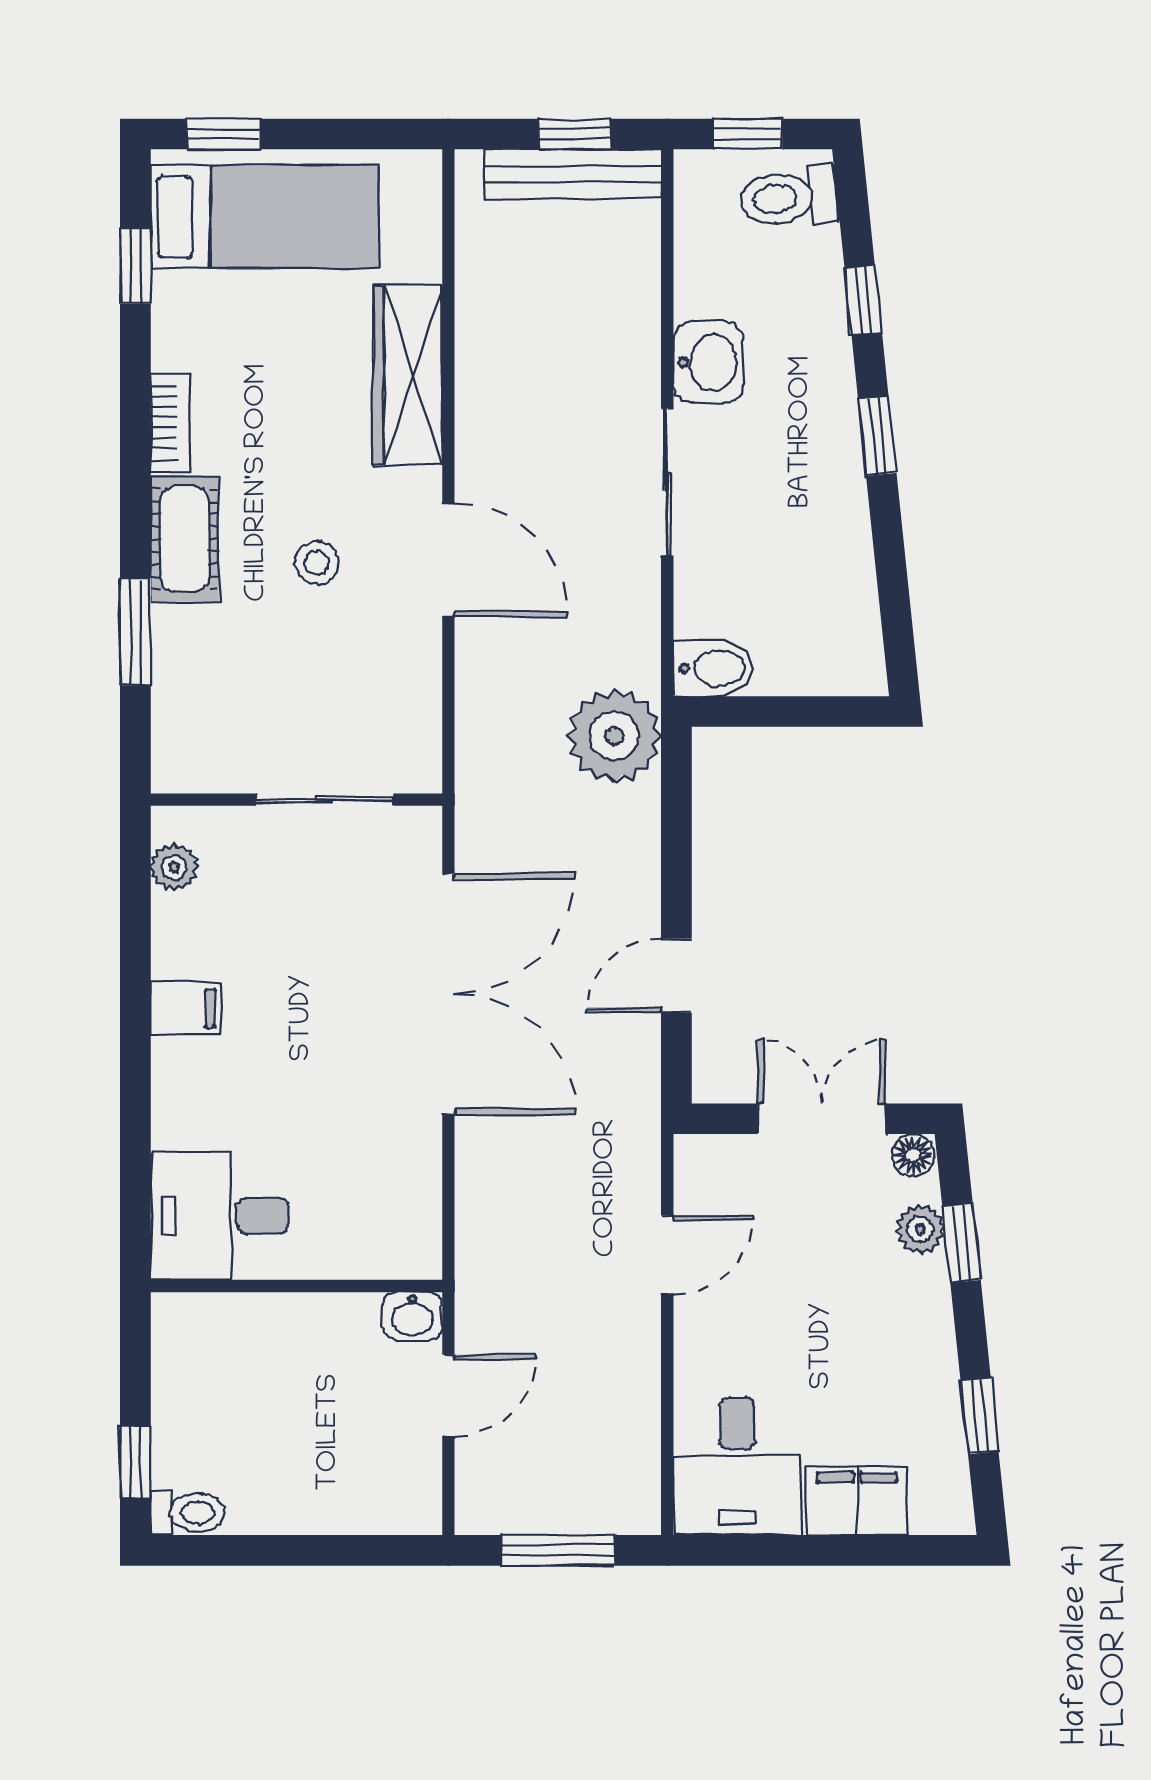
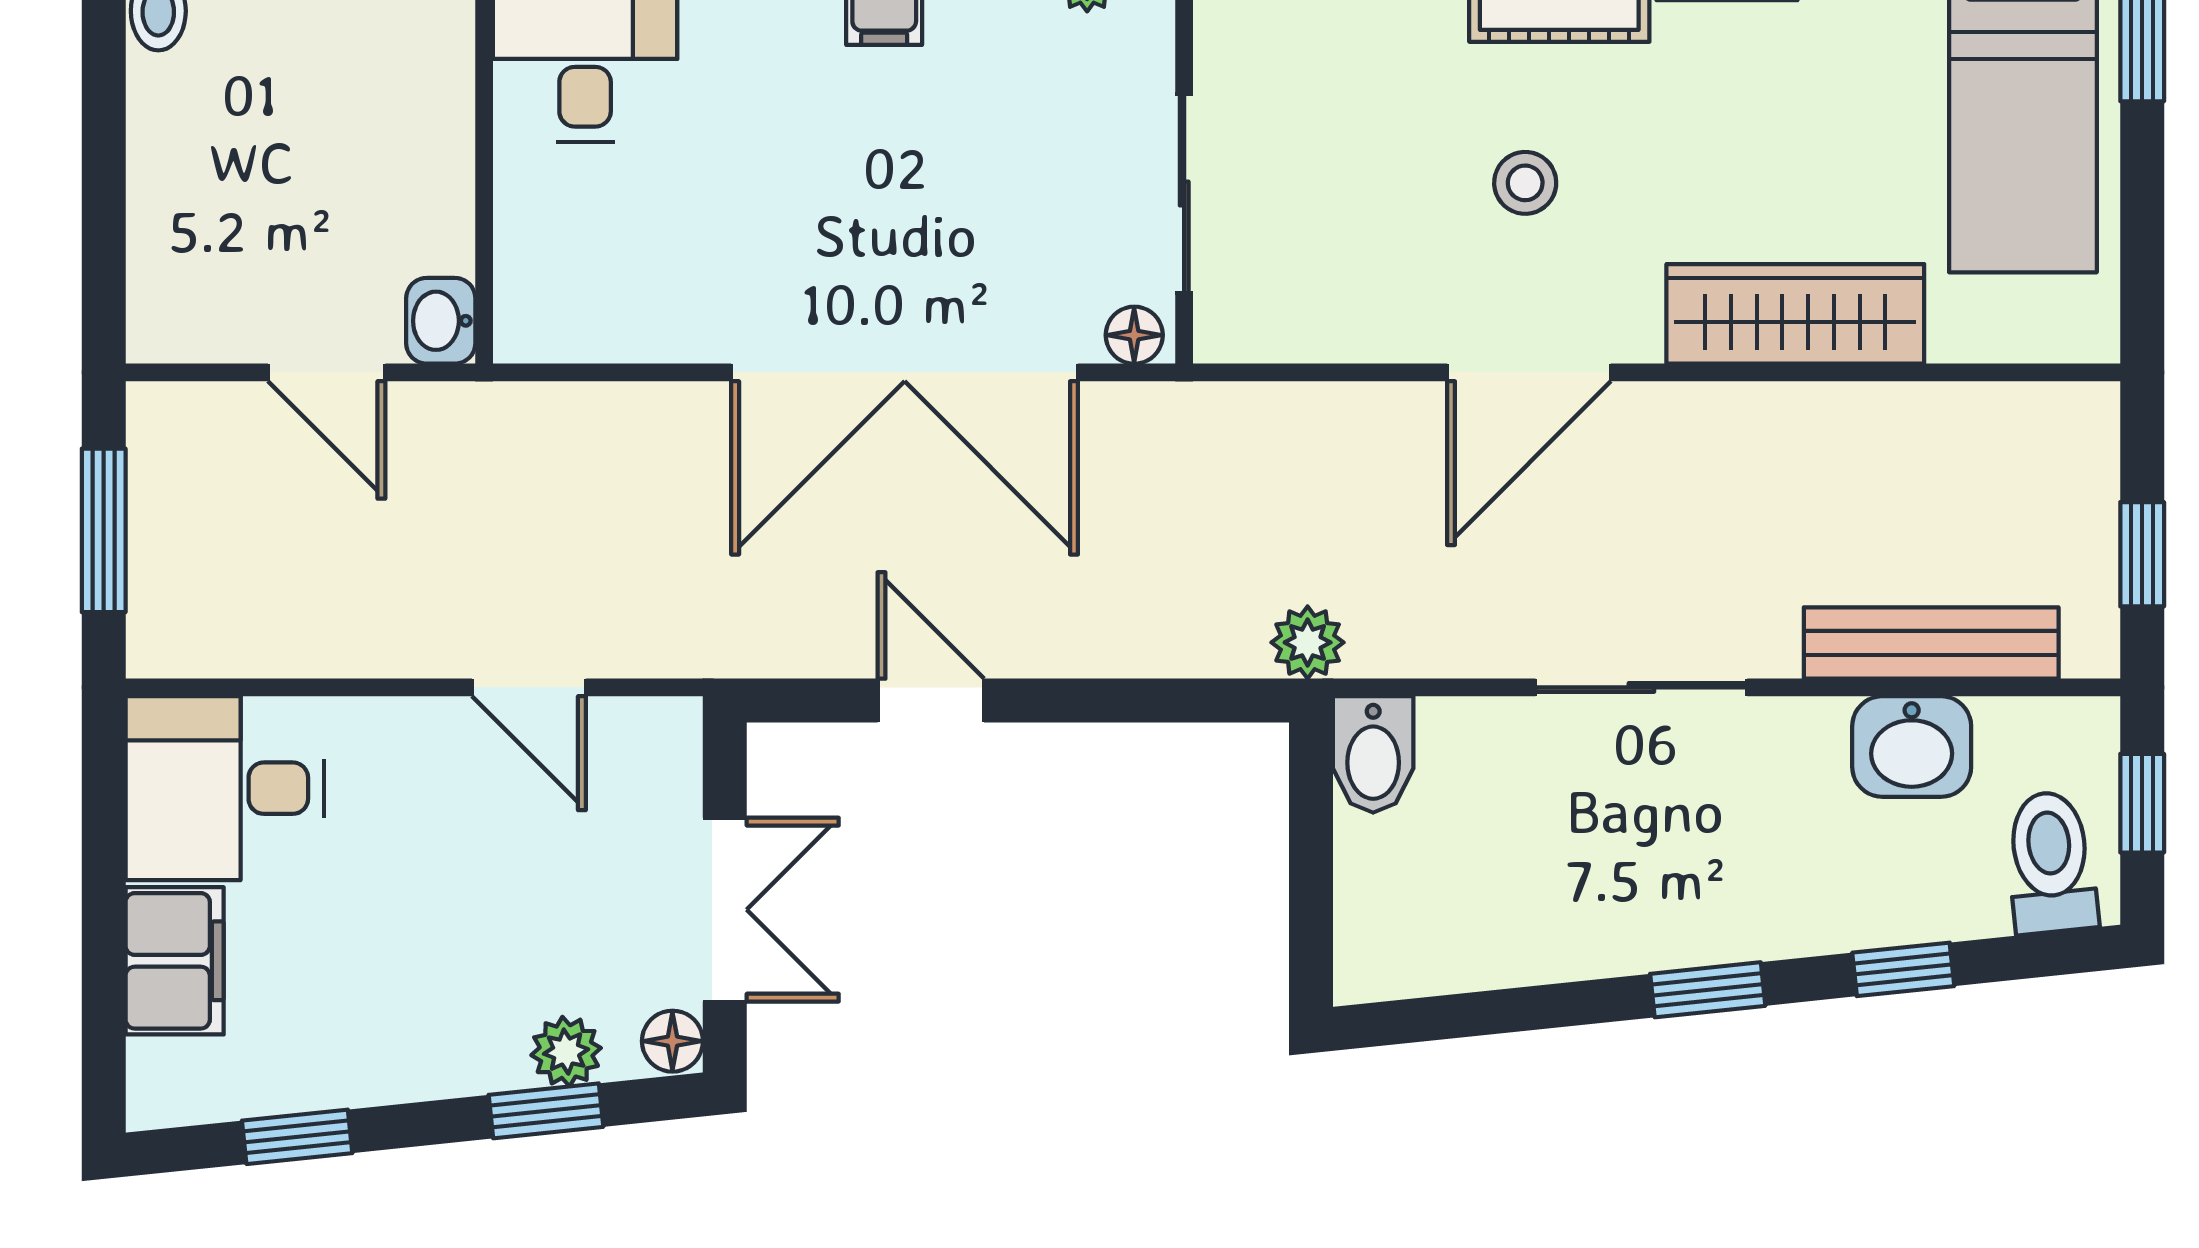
bench: (573, 174) -> (1931, 643), moved, turned 90
washbasin: (708, 362) -> (1912, 747), moved
plant: (614, 736) -> (1308, 642), width x0.53, depth x0.53
floor lamp: (423, 834) -> (1134, 335), added

